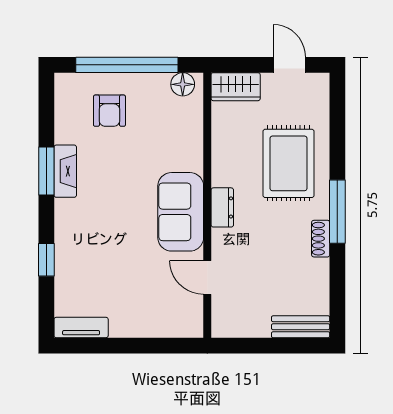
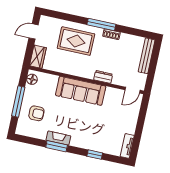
window: (127, 65) -> (18, 102), width x0.68
dresser: (222, 207) -> (103, 77), moved
sofa: (181, 212) -> (81, 91), width x1.36
door: (207, 277) -> (132, 90), moved
bench: (301, 327) -> (147, 56), width x1.36

